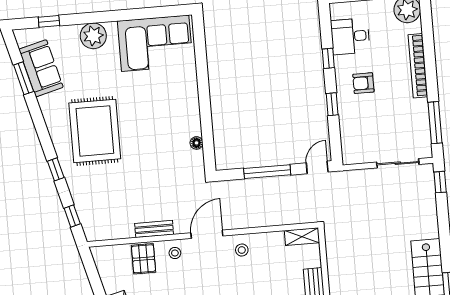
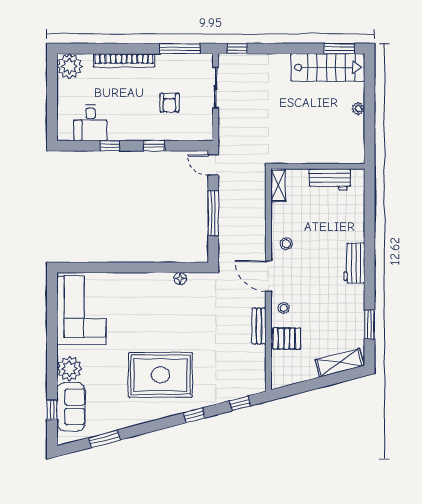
sofa: (41, 68) -> (71, 407), moved, turned 105
armchair: (363, 83) -> (170, 103), moved

